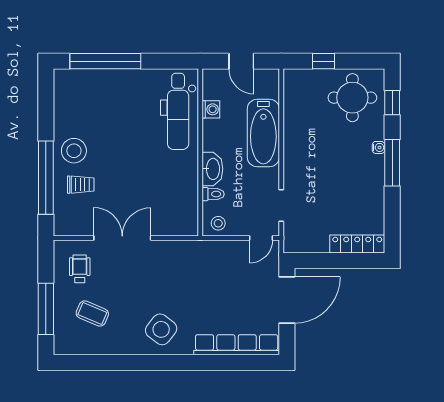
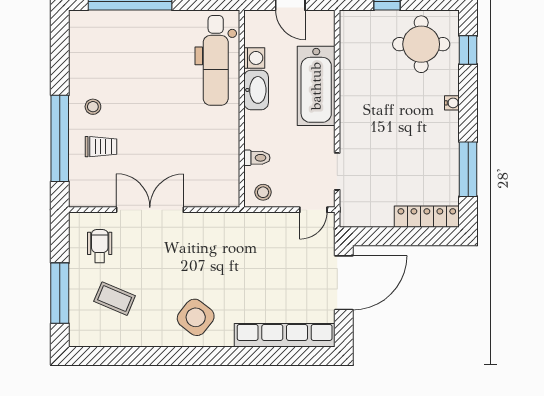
stool: (74, 151) -> (93, 107), width x0.53, depth x0.53
window: (392, 163) -> (468, 169), moved
washbasin: (212, 169) -> (256, 90), moved

